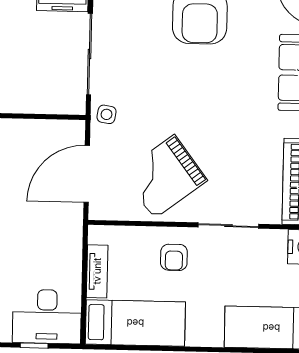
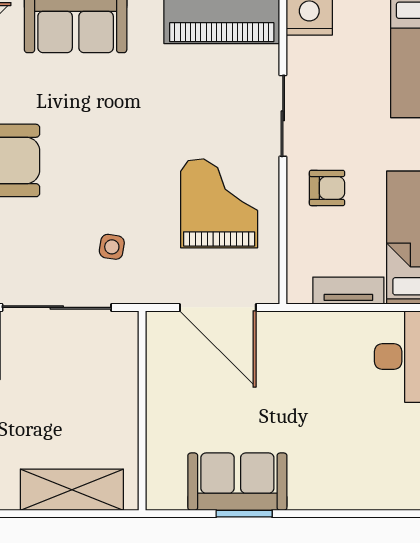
side table: (106, 114) -> (112, 247), moved
grand piano: (164, 177) -> (219, 203), turned -143

